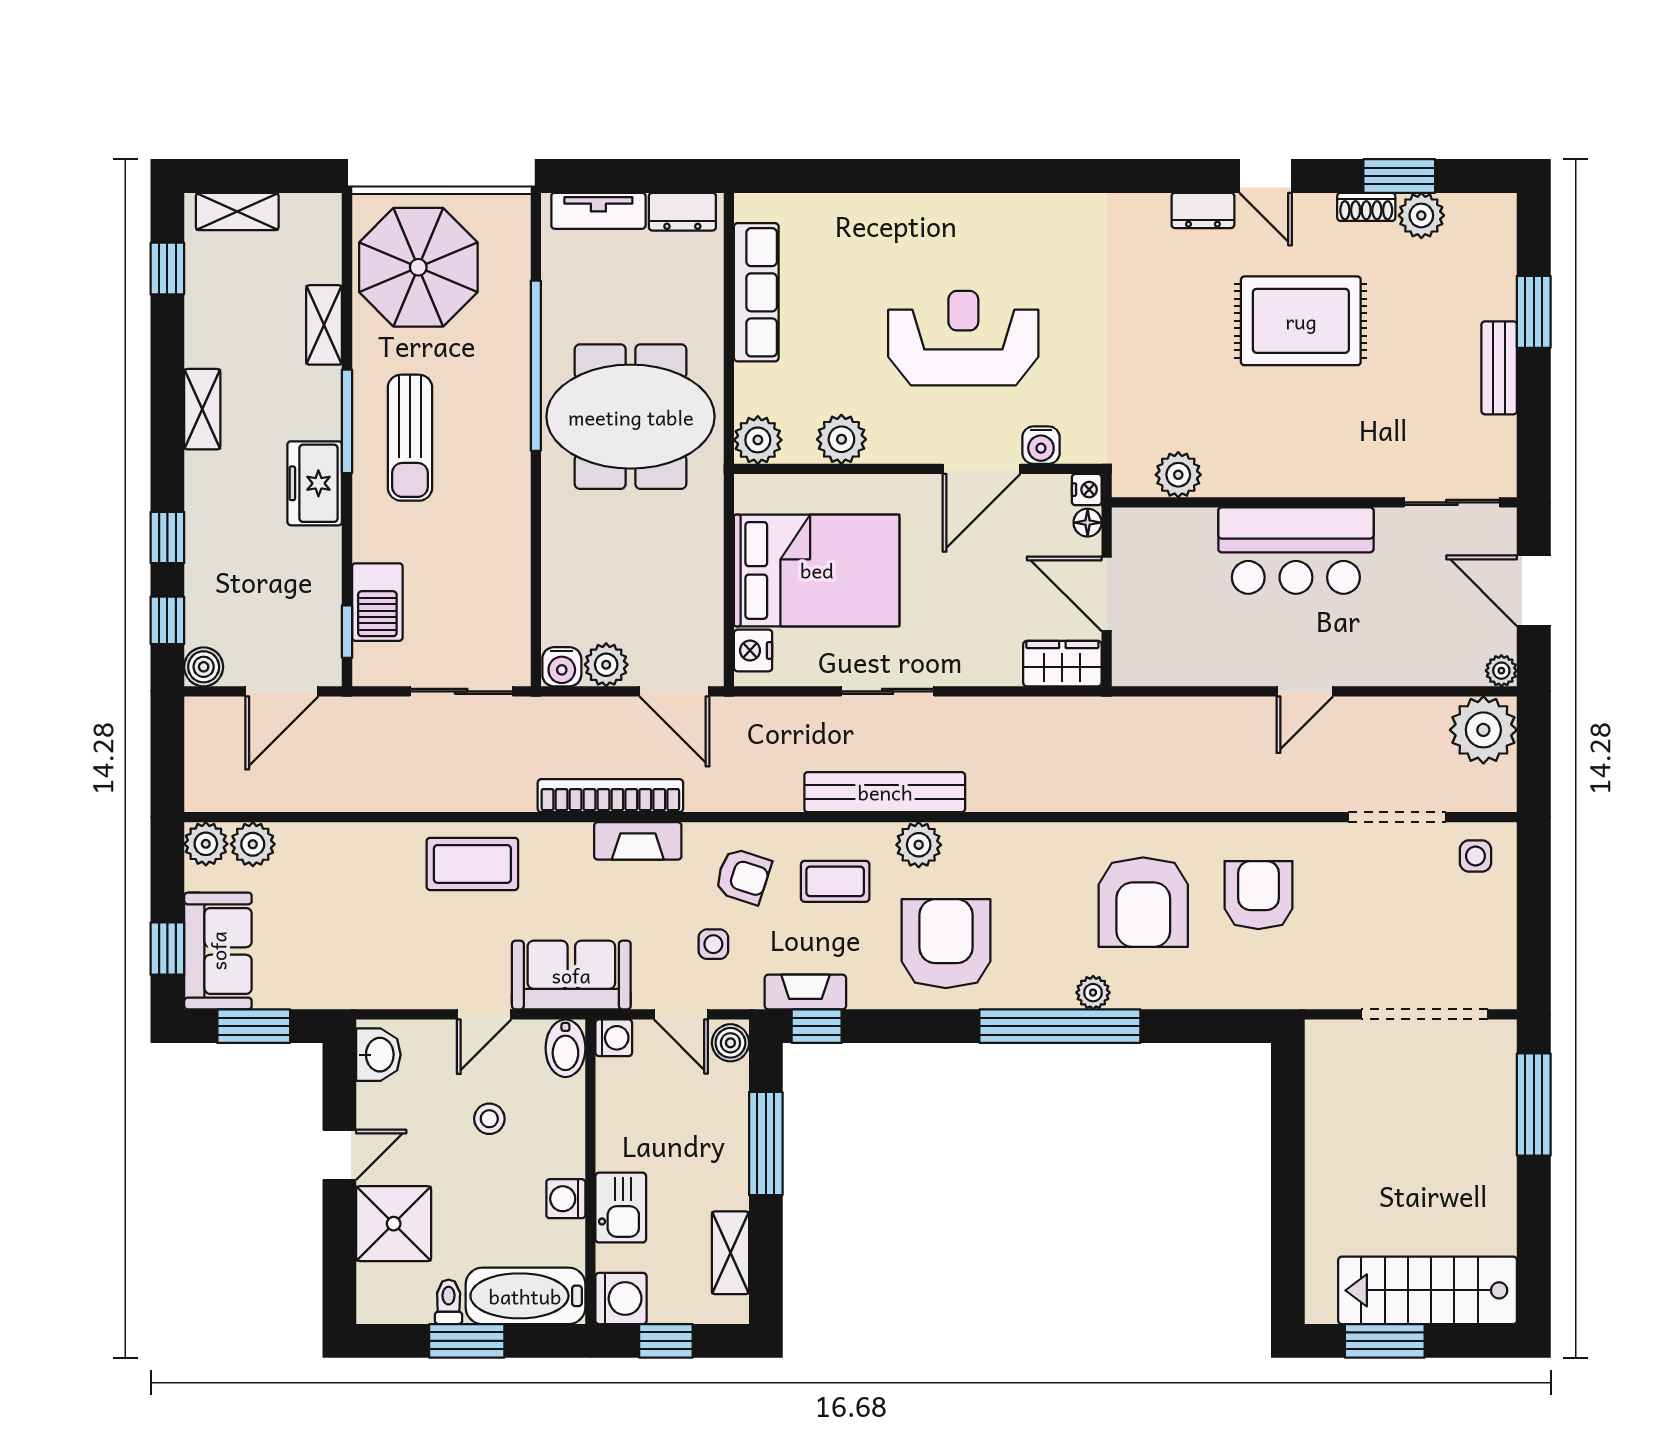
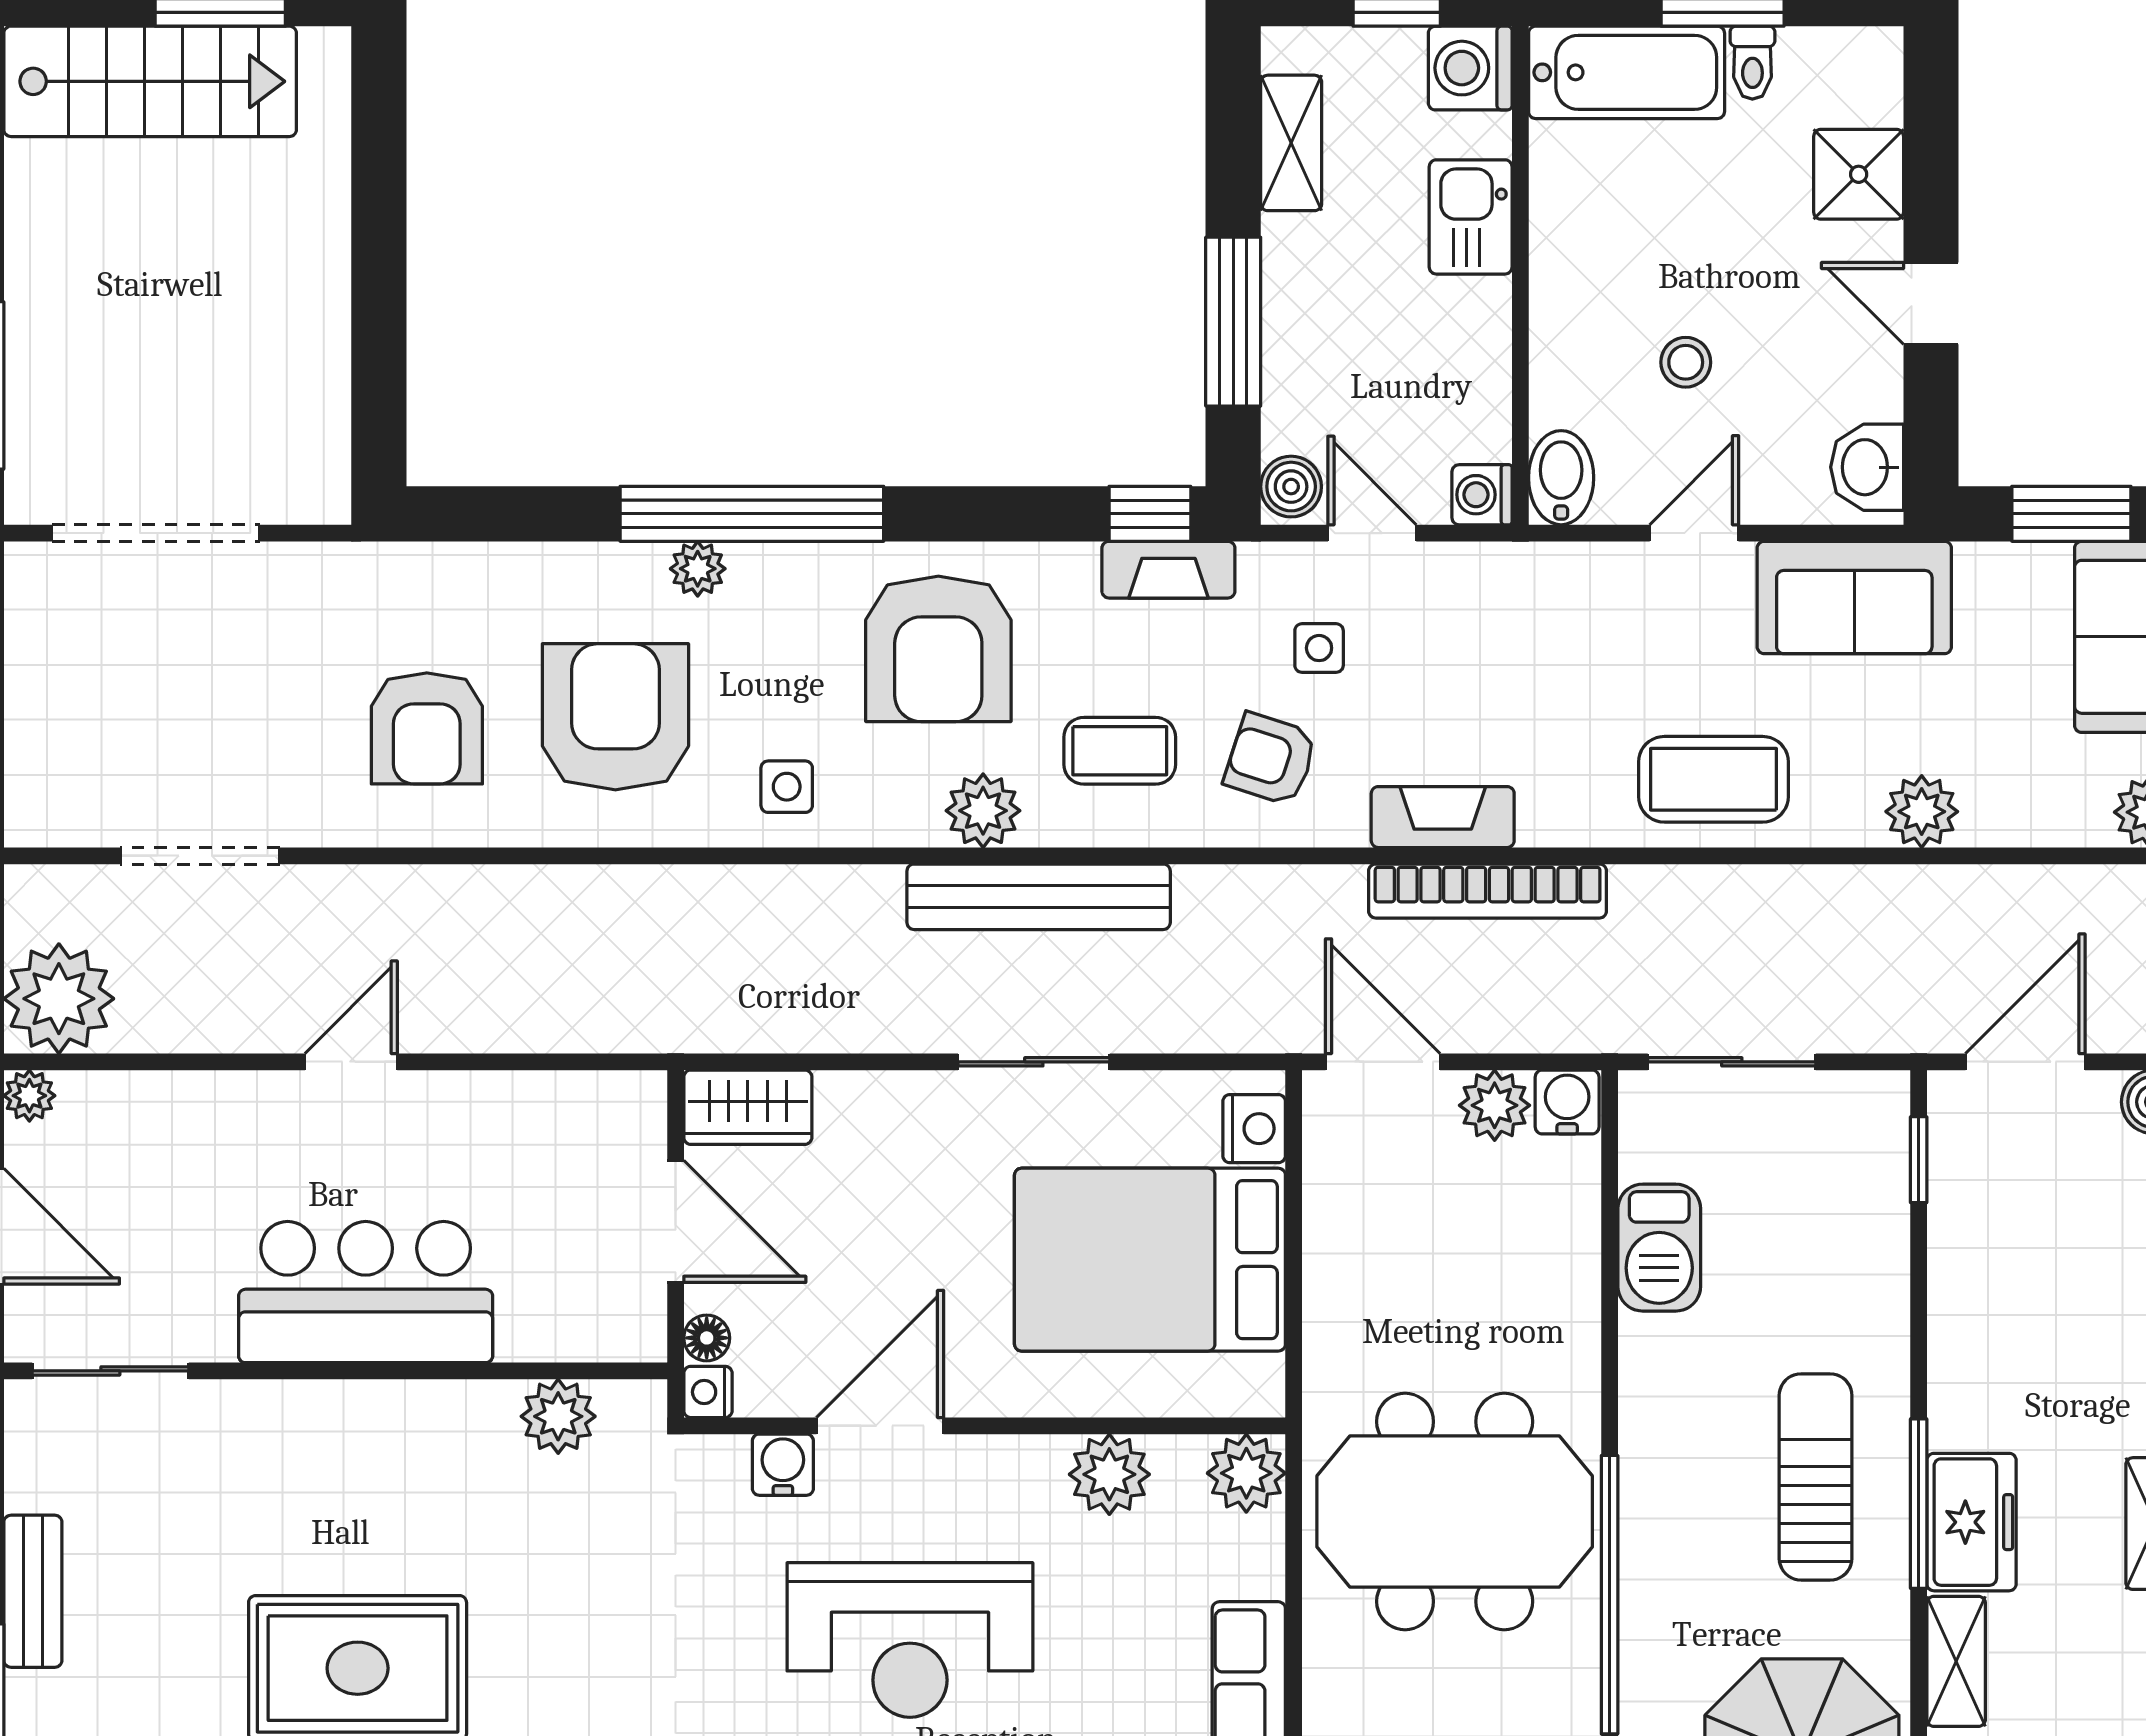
freezer: (315, 483) -> (1972, 1522), moved
barbecue: (377, 602) -> (1659, 1248), moved, turned 180
plant: (253, 844) -> (1922, 812), moved
side table: (1475, 856) -> (787, 787), moved
sofa: (571, 975) -> (1854, 597), moved
door: (339, 1155) -> (1931, 303), hinge flipped
washing machine: (566, 1199) -> (1560, 231), removed
shower: (394, 1224) -> (1859, 174), width x0.73, depth x0.73

